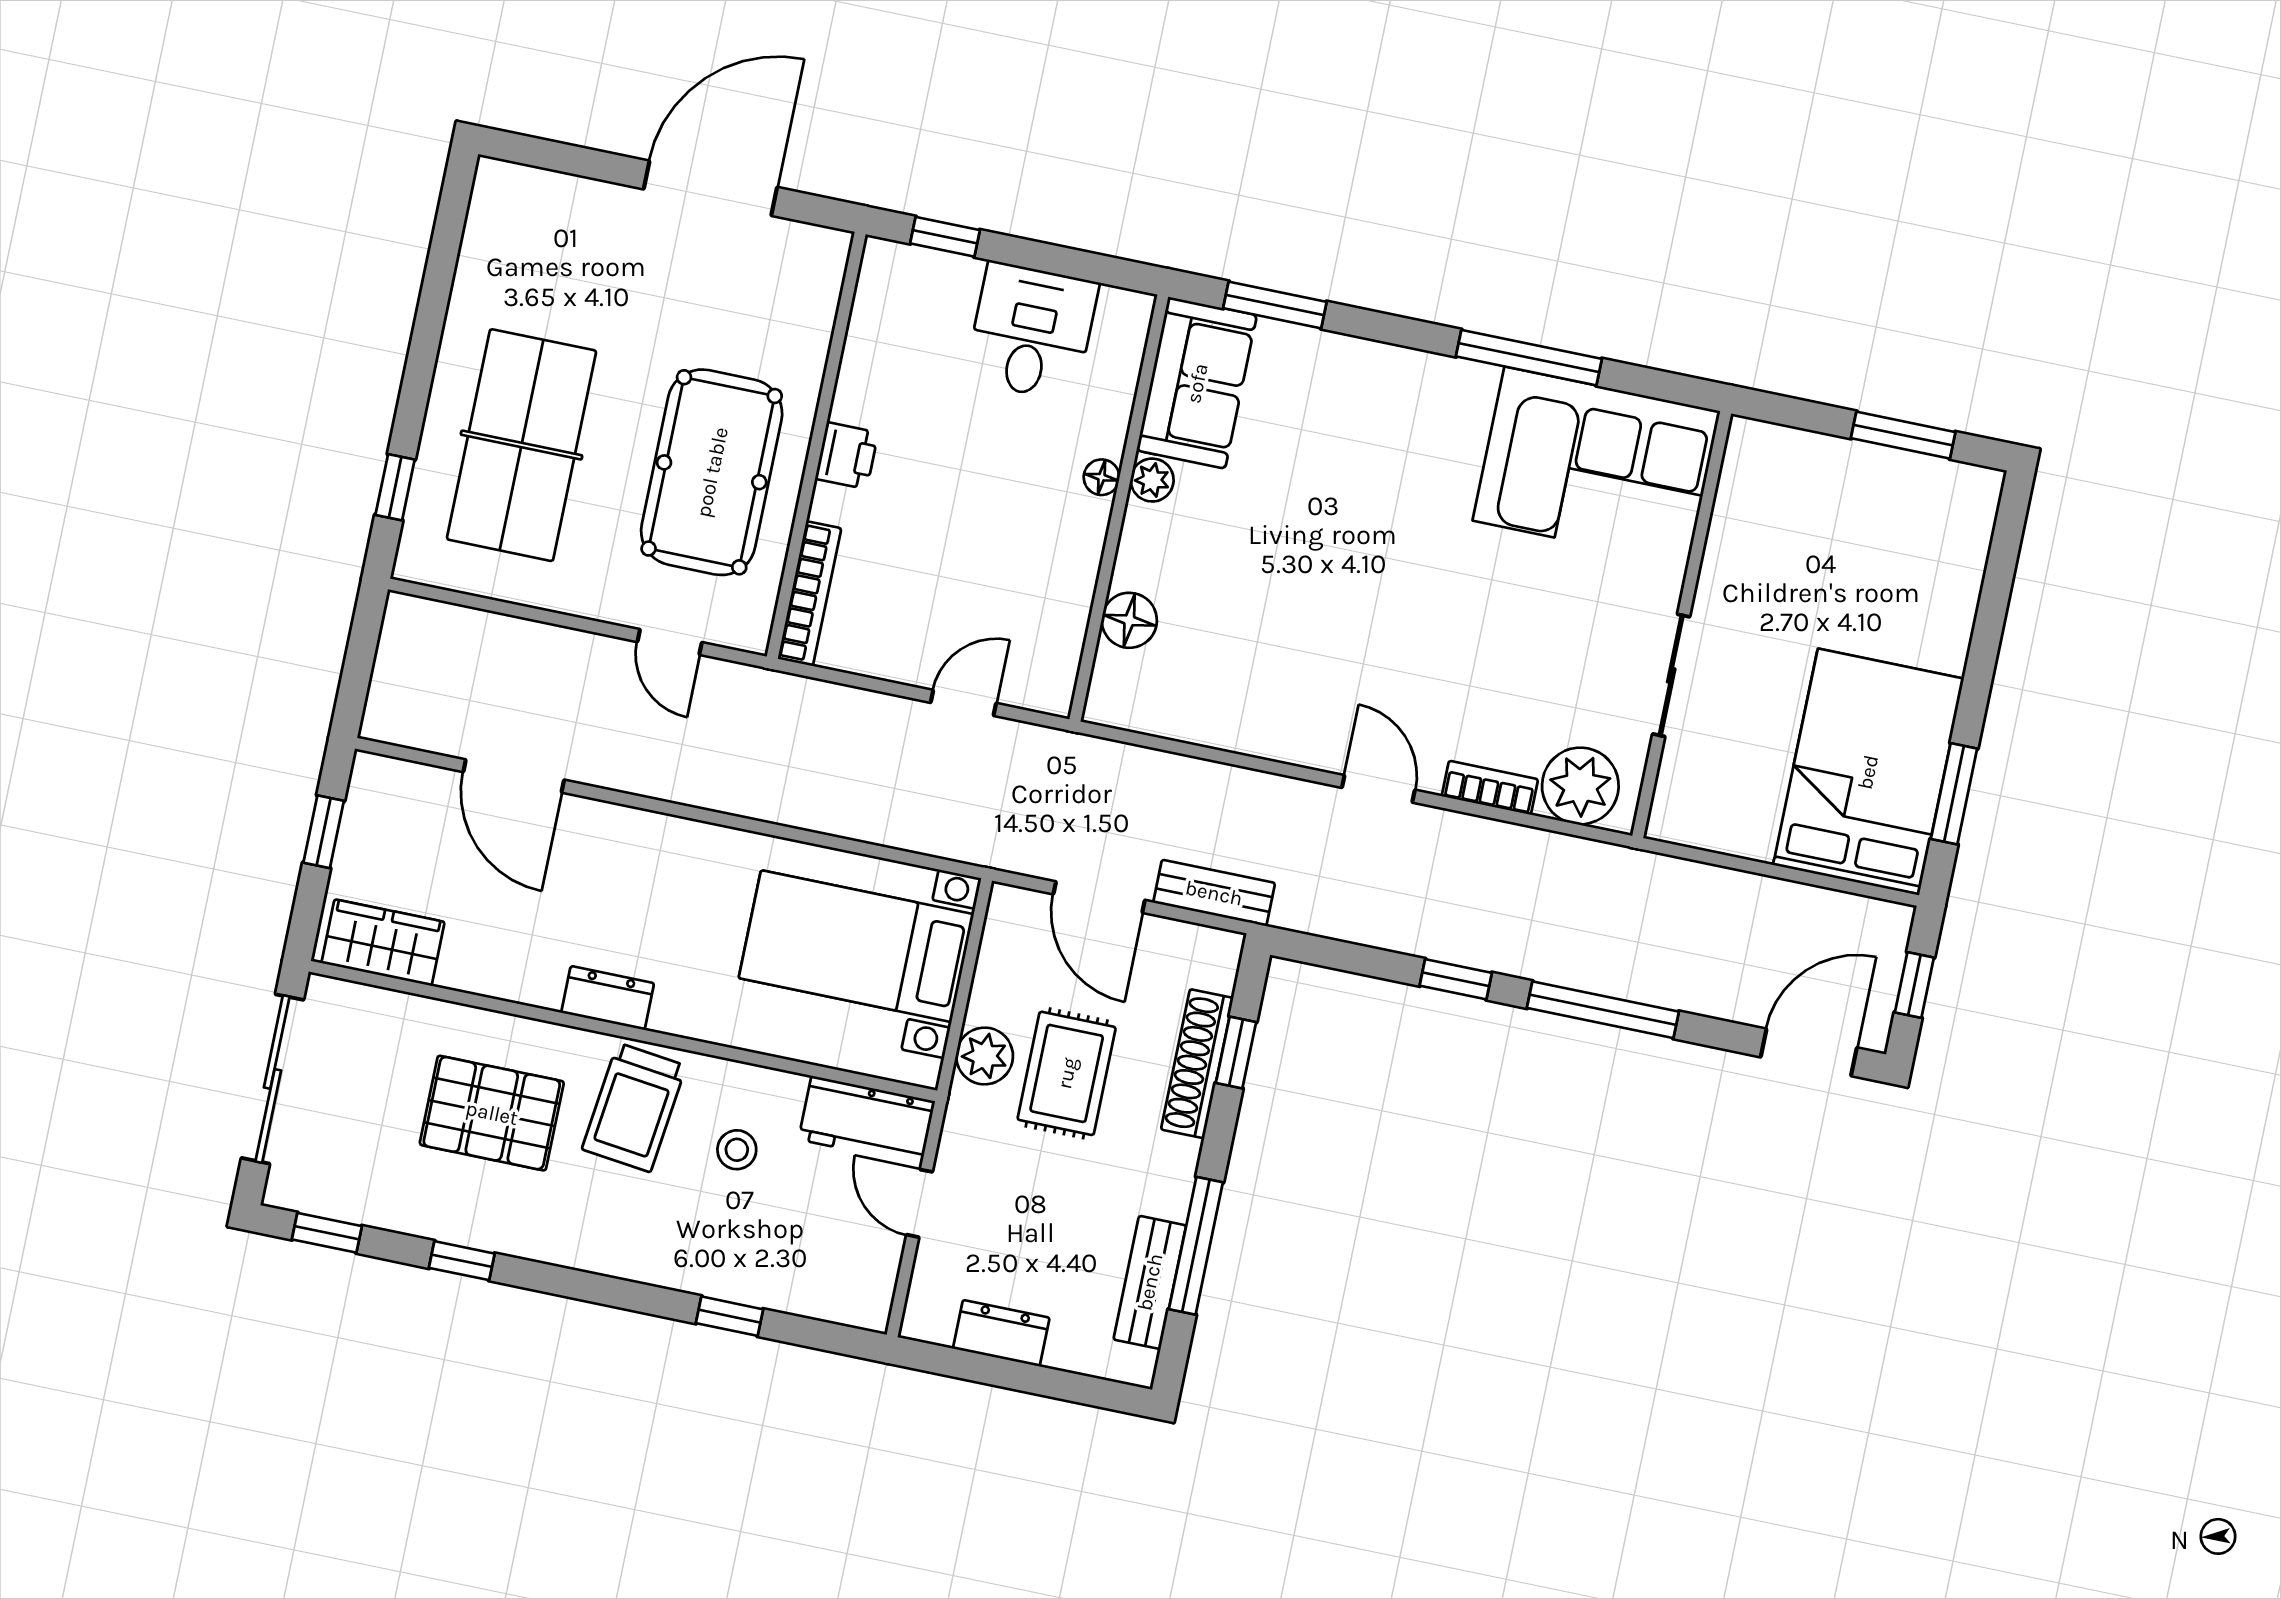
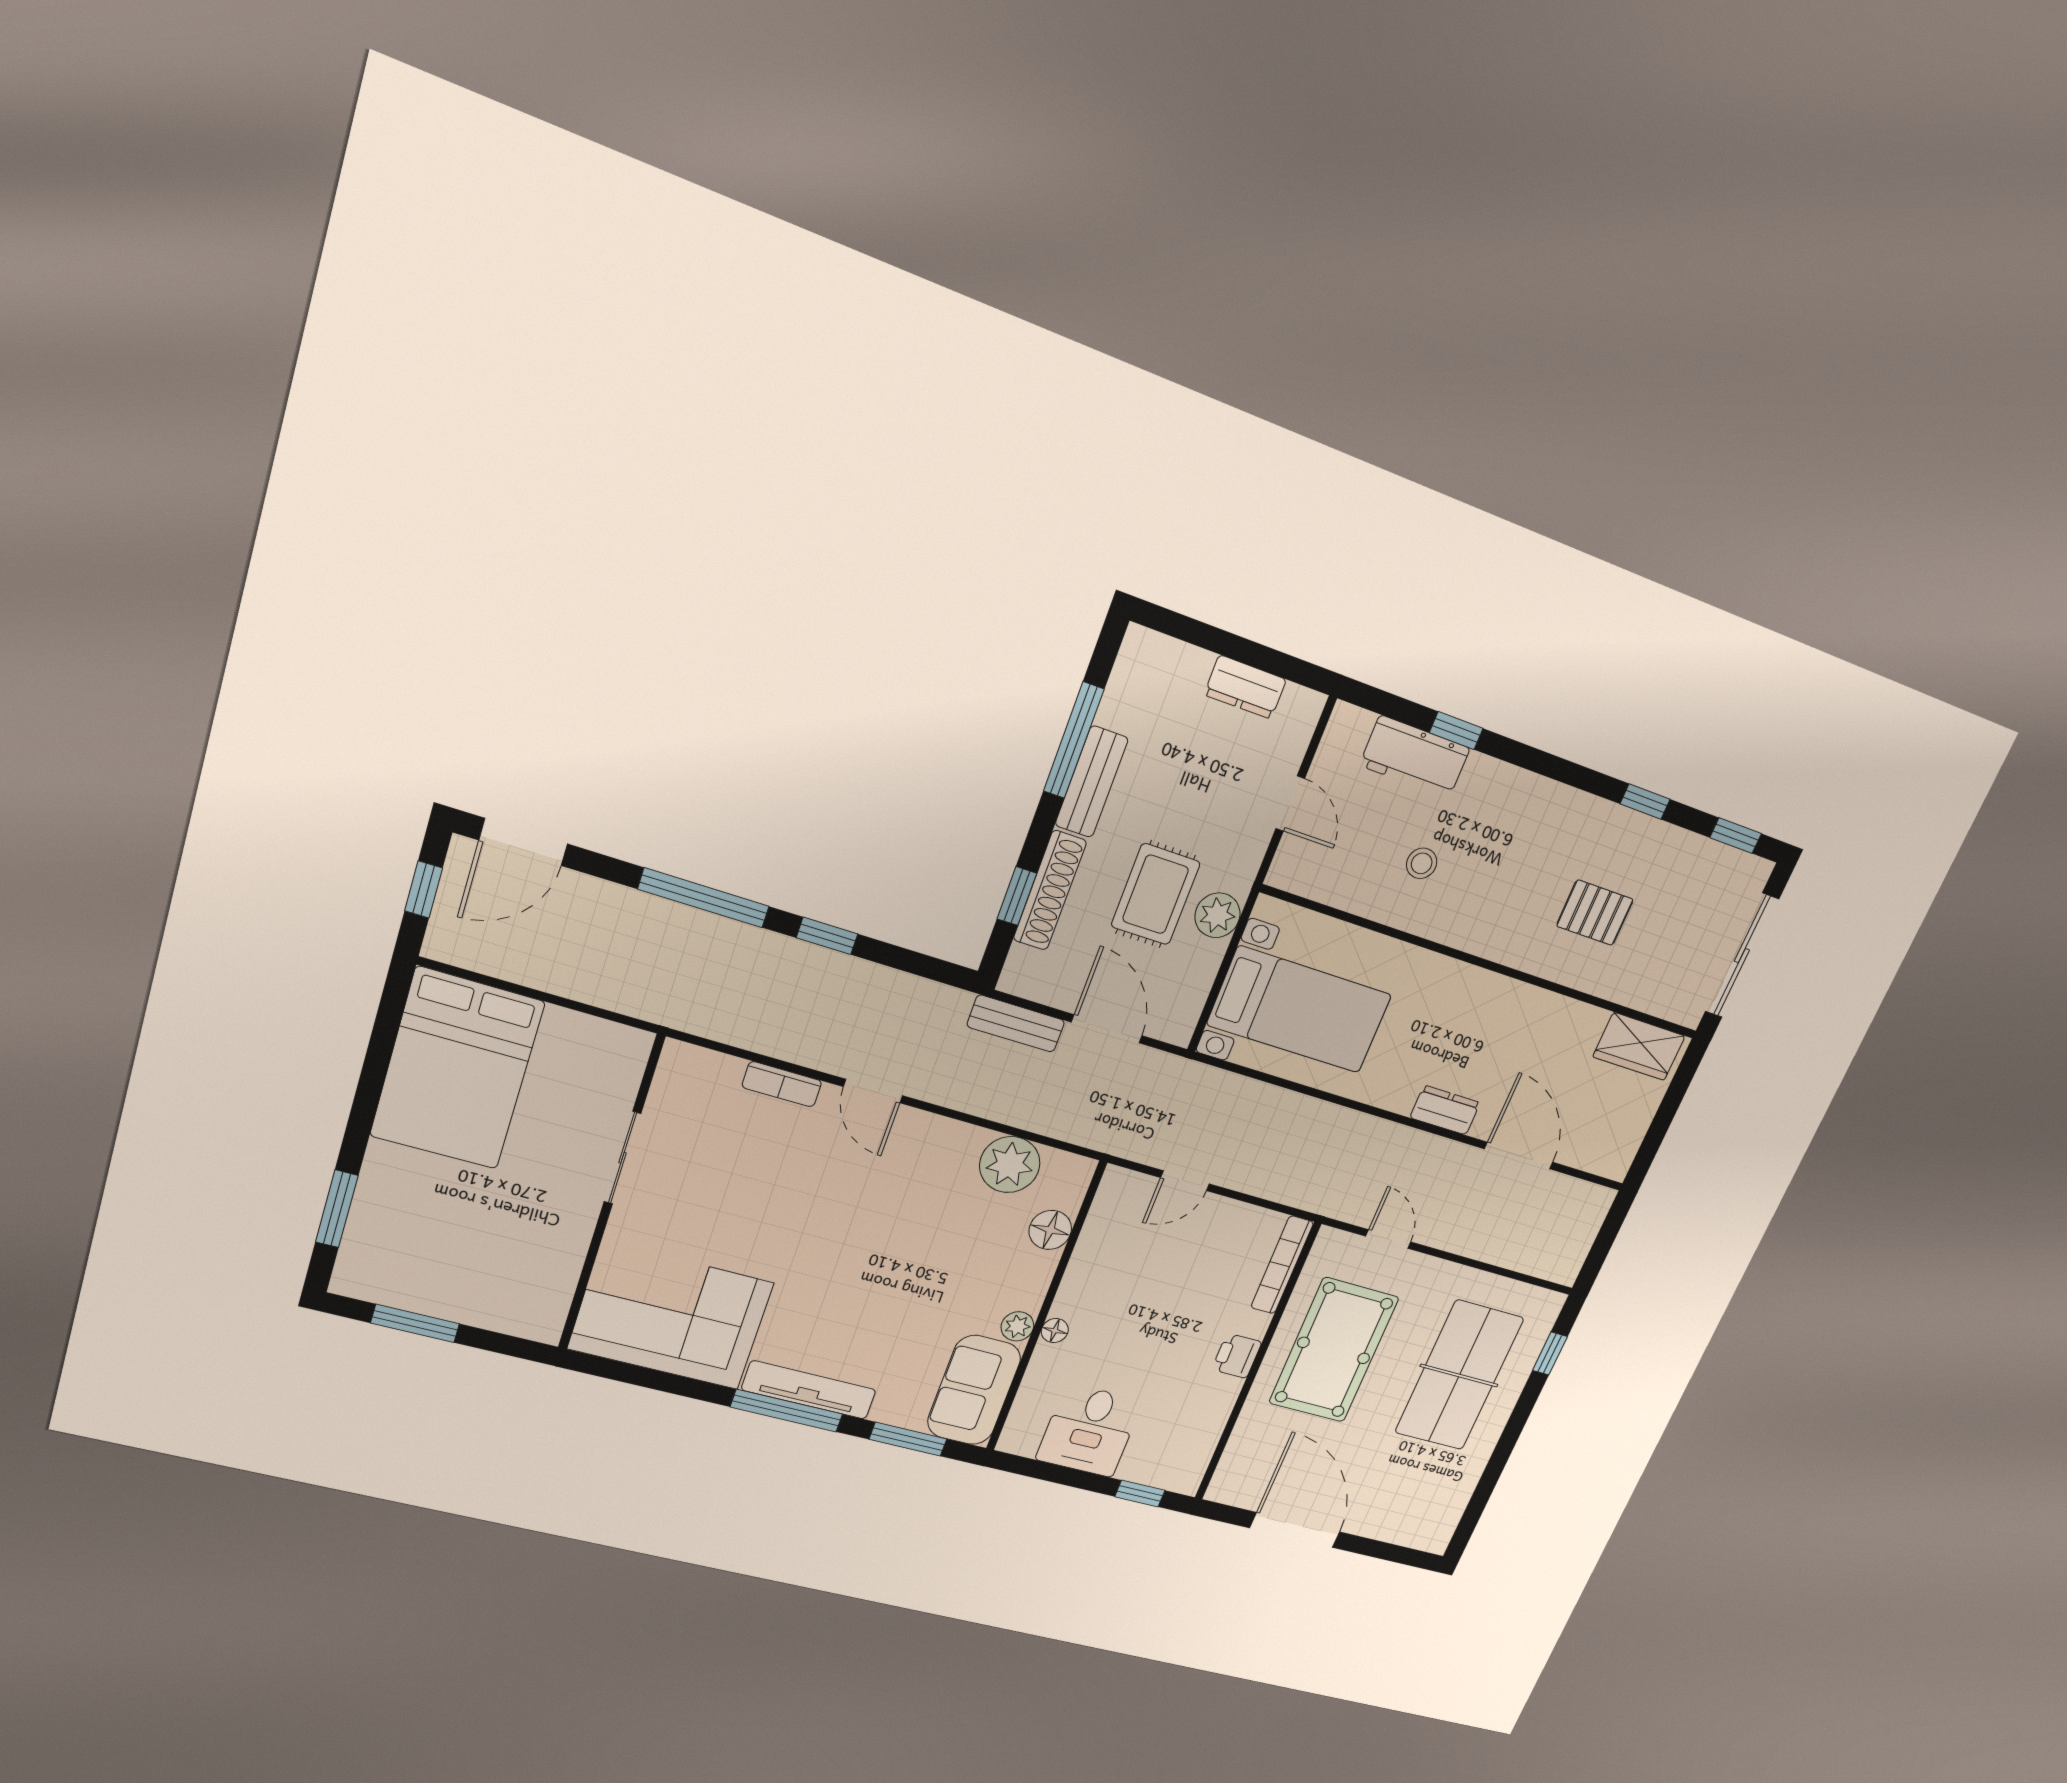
door: (710, 188) -> (1295, 1530), swing flipped
window: (1529, 358) -> (787, 1411), moved
tv unit: (1413, 371) -> (809, 1390), added
plant: (1580, 786) -> (1010, 1165), moved
window: (1954, 794) -> (337, 1209), moved
window: (324, 832) -> (1659, 1128), removed
dresser: (608, 998) -> (1445, 1110), moved, turned 180
trolley: (634, 1107) -> (1491, 905), removed
pallet: (492, 1113) -> (1595, 913), width x0.67, depth x0.71
workbench: (867, 1120) -> (1415, 757), moved, turned 180
bench: (1150, 1282) -> (1092, 782), moved

